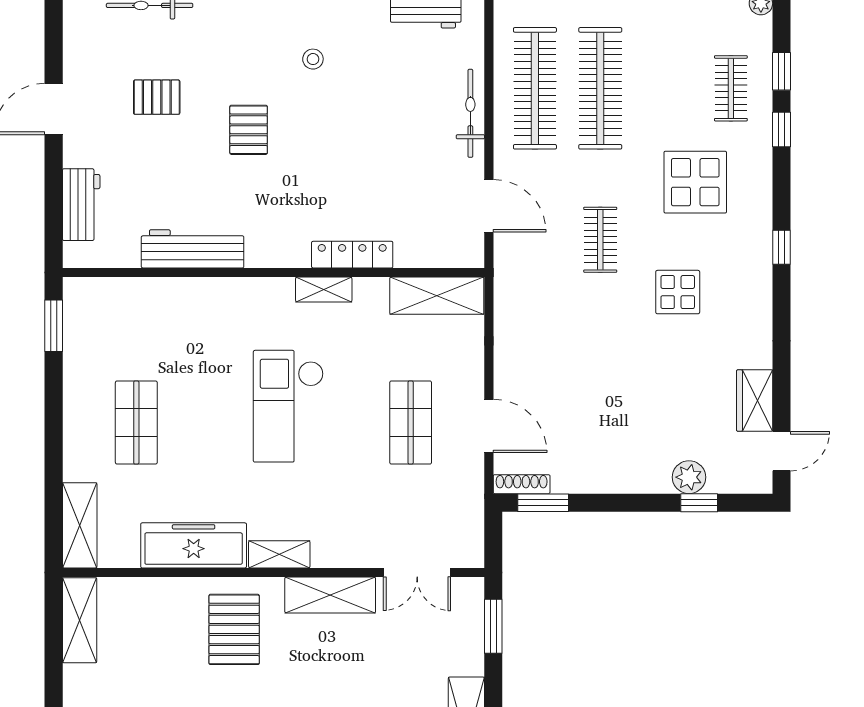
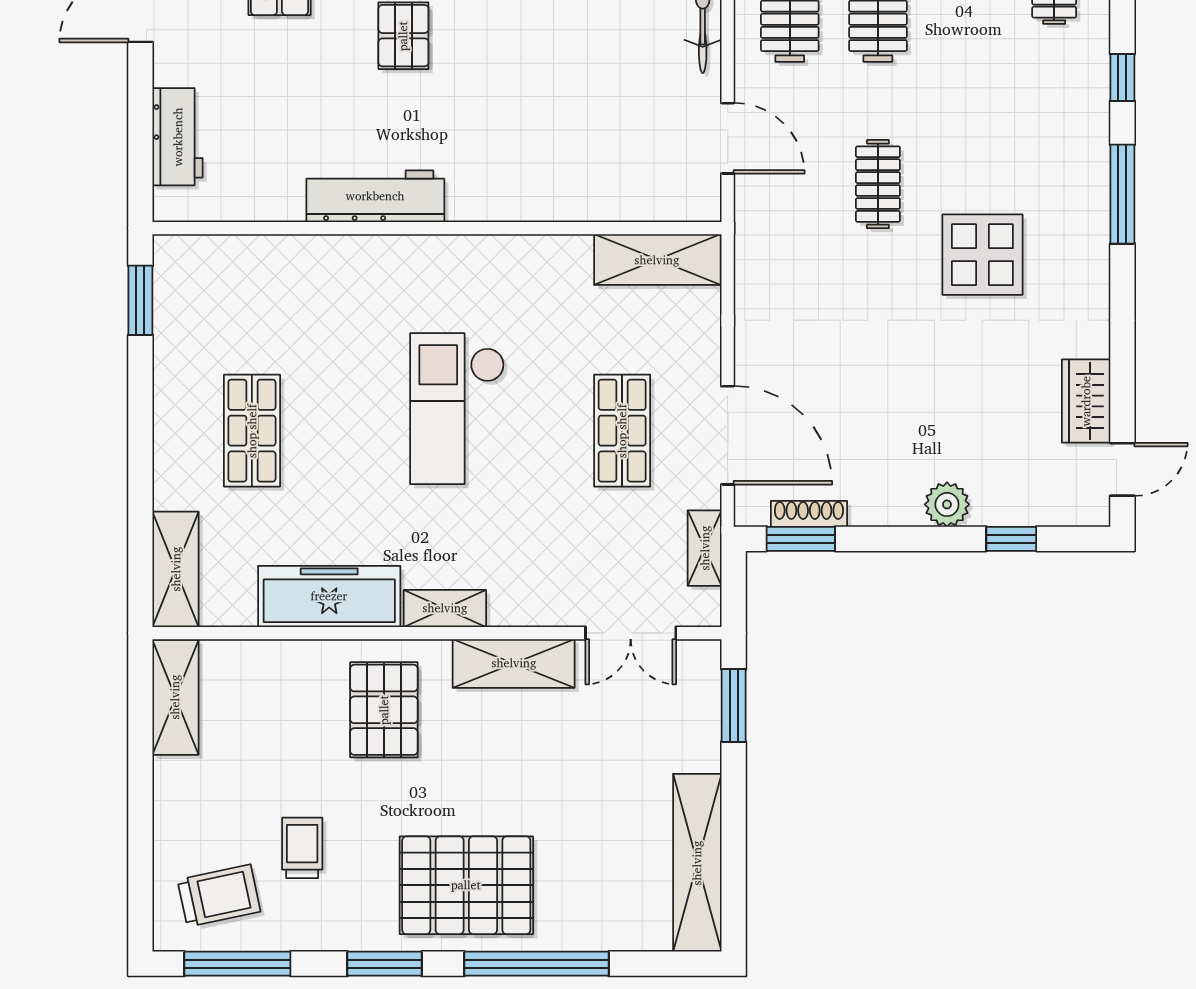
window: (781, 129) -> (1122, 77), moved
display table: (695, 182) -> (1006, 106), removed
window: (781, 247) -> (1122, 194), width x2.17
workbench: (193, 249) -> (375, 196), moved
locker: (352, 255) -> (543, 204), removed
shelving: (324, 290) -> (705, 548), moved, turned 90
display table: (678, 292) -> (982, 255), width x1.36, depth x1.36
door: (489, 426) -> (728, 435), width x1.36
plant: (689, 477) -> (947, 504), moved
shoe rack: (522, 484) -> (809, 514), moved

